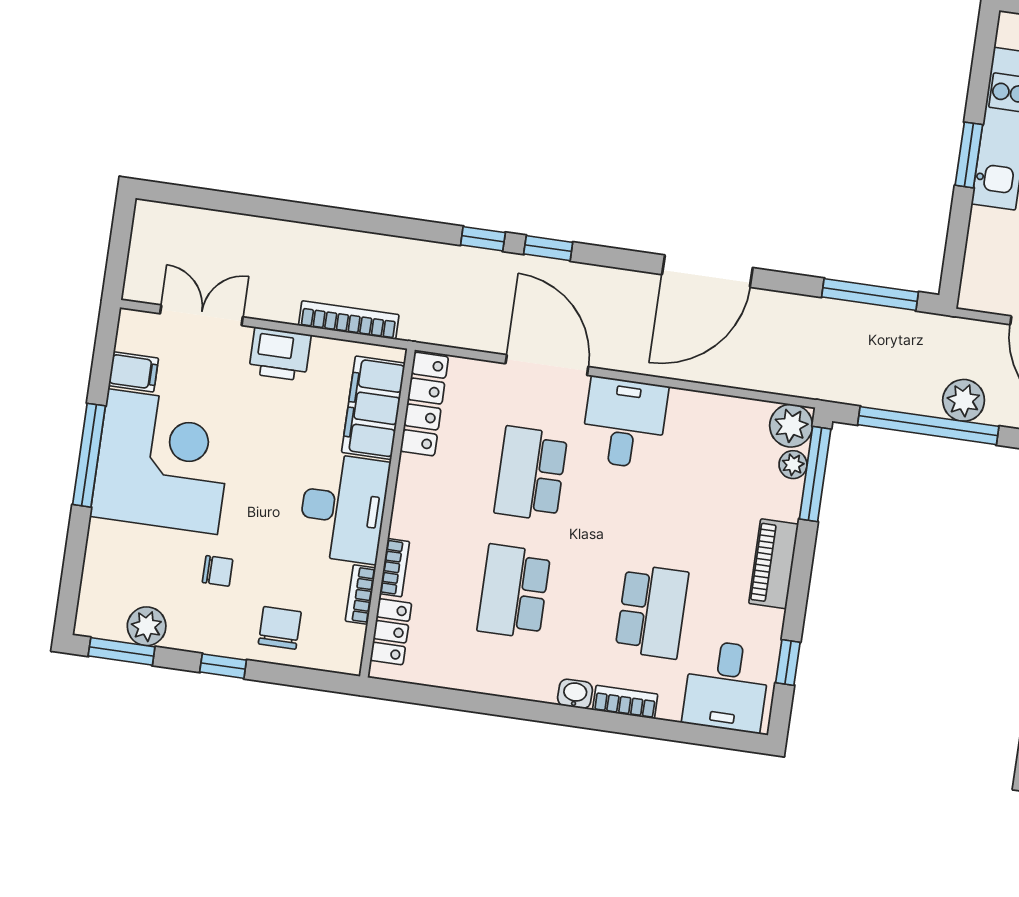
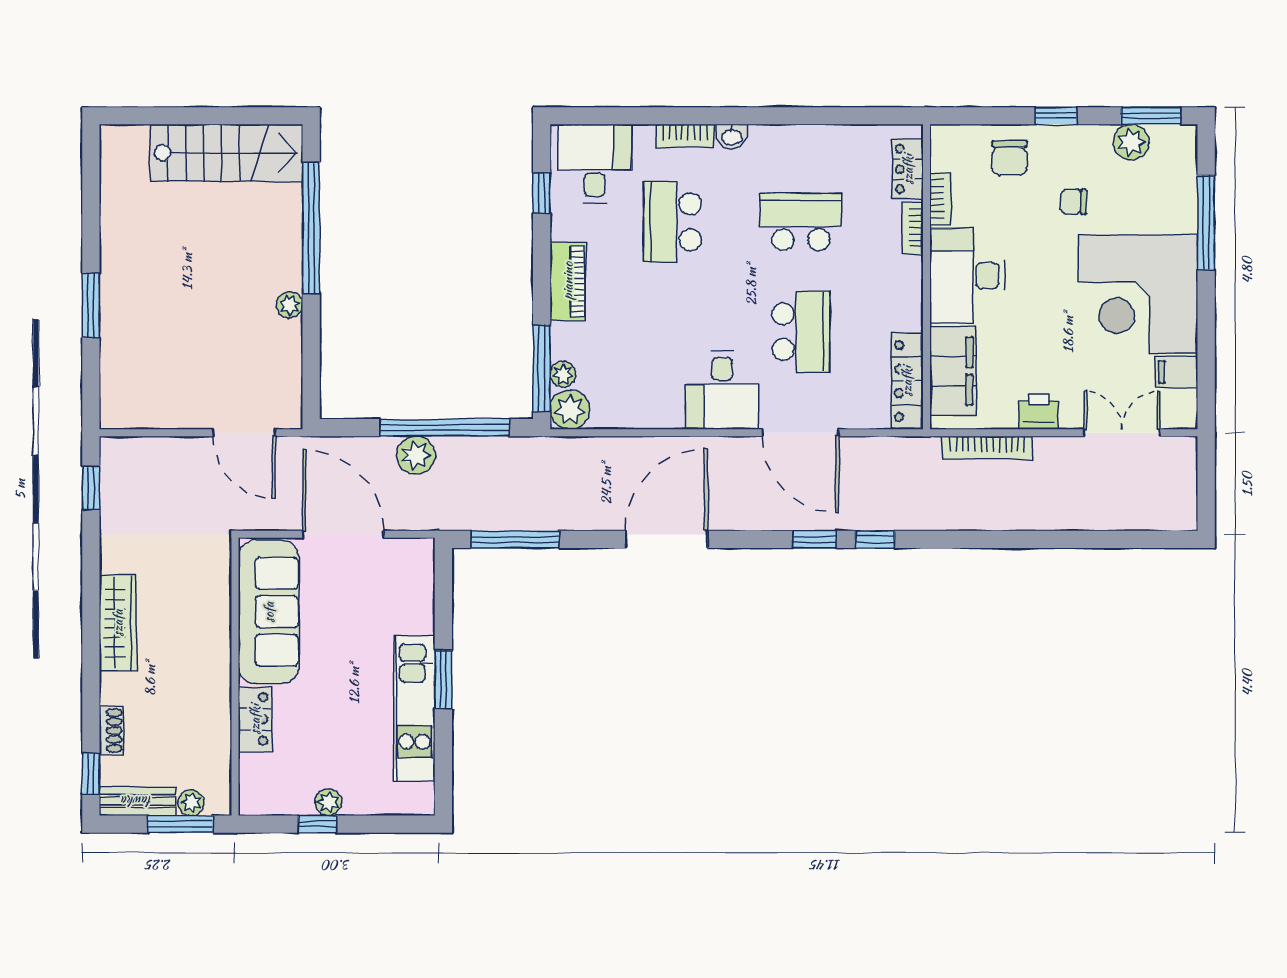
double door: (201, 315) -> (1122, 433), swing flipped
printer: (280, 354) -> (1038, 412), width x0.73, depth x0.81
window: (89, 455) -> (1206, 223), moved
school desk: (514, 592) -> (801, 222), turned -90

